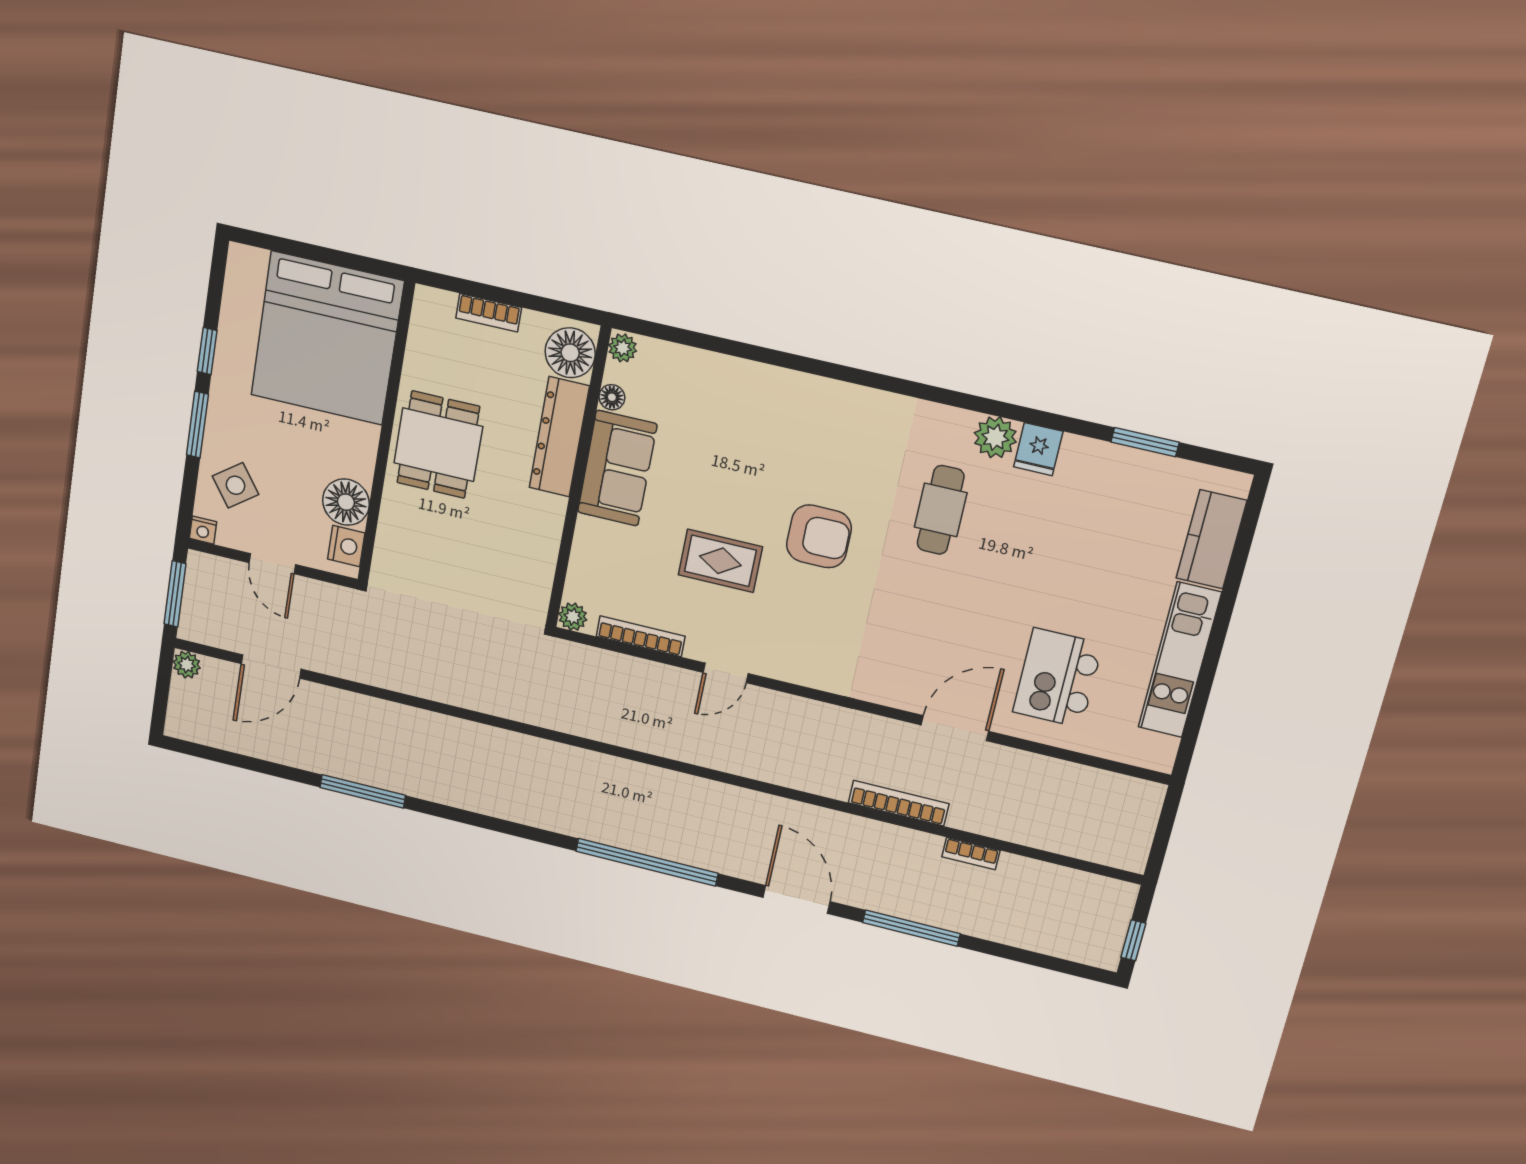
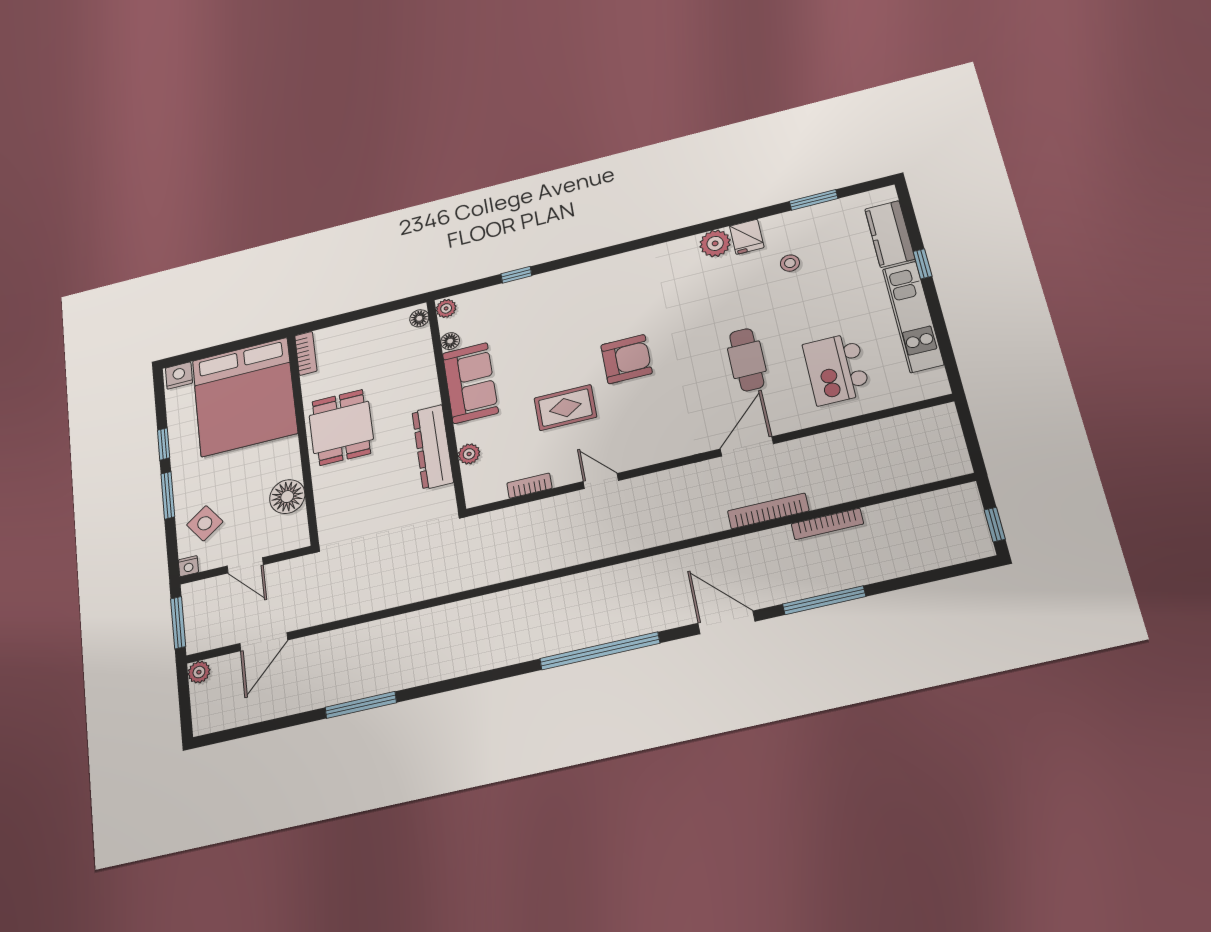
bookcase: (489, 313) -> (306, 353), moved, turned -90
window: (729, 347) -> (516, 275), added
floor lamp: (570, 353) -> (419, 318), width x0.53, depth x0.53
dresser: (559, 437) -> (433, 447), moved
cafe table: (941, 510) -> (747, 360), moved
stool: (1073, 514) -> (790, 263), added
nightstand: (346, 546) -> (179, 376), moved, turned -90
window: (1228, 599) -> (923, 264), added
plant: (573, 617) -> (469, 454), moved
bookcase: (641, 636) -> (529, 486), width x0.64
door: (726, 673) -> (601, 481), swing flipped
door: (955, 728) -> (747, 446), moved
bookcase: (971, 854) -> (827, 524), width x1.56

